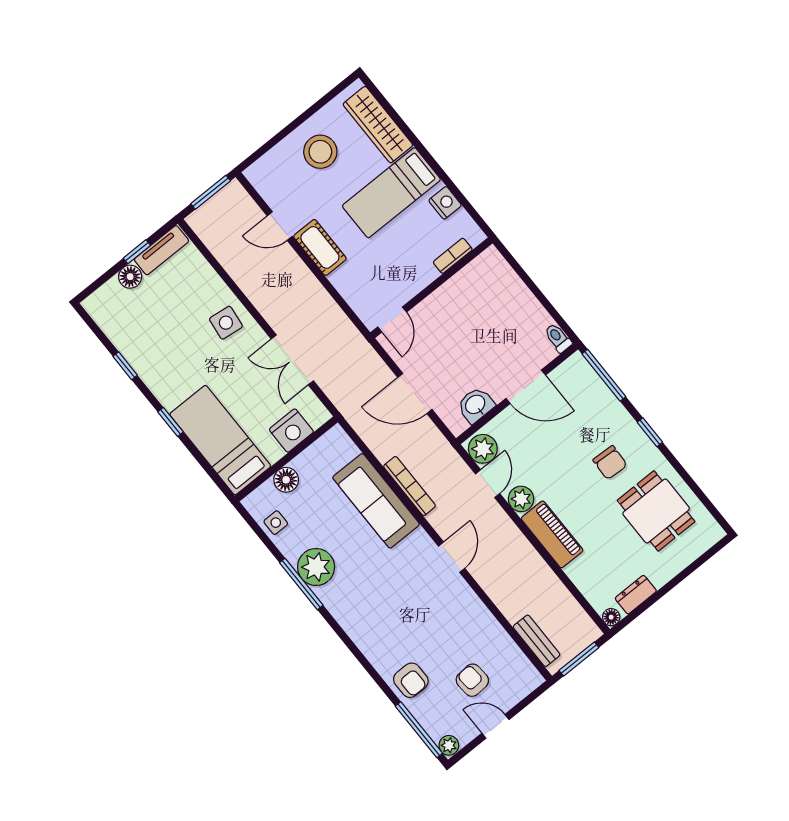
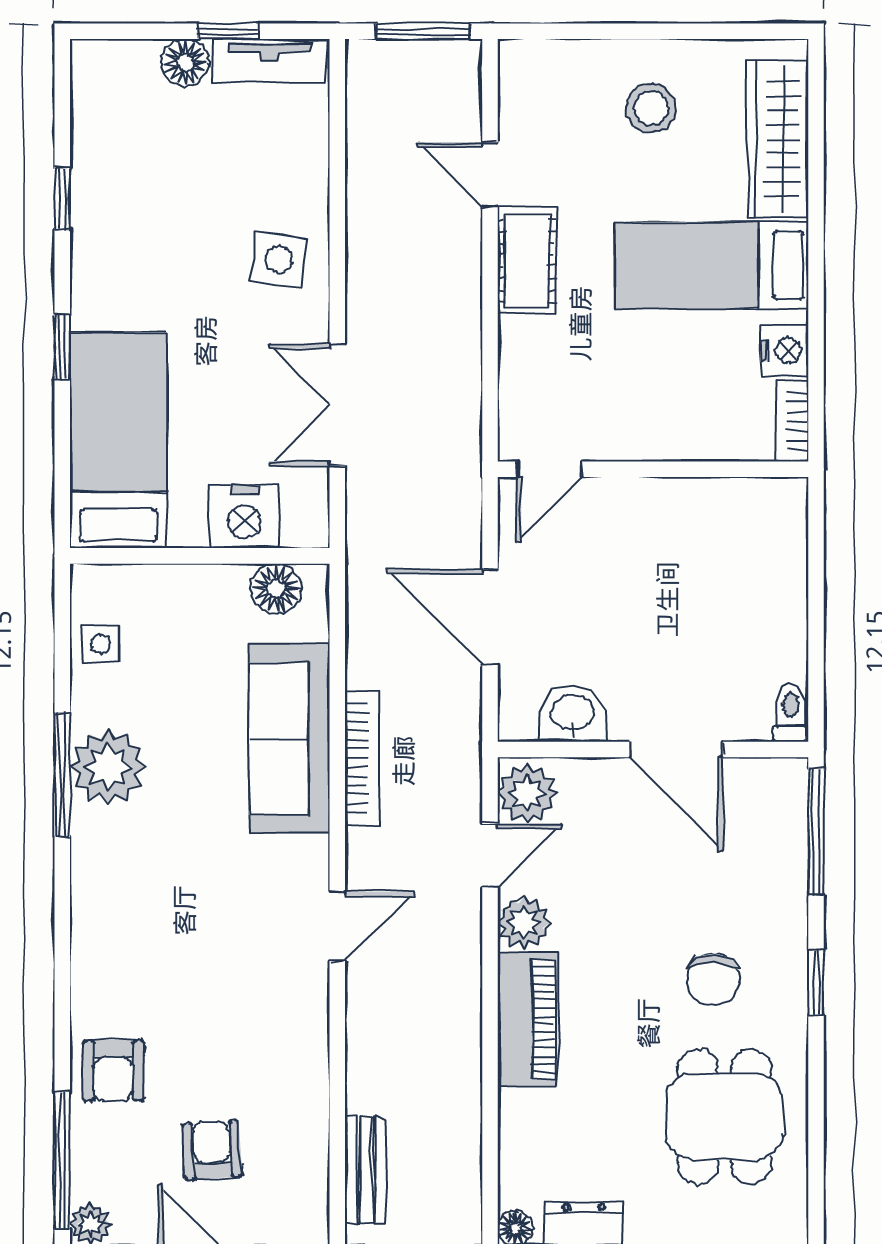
stool: (320, 152) -> (651, 108), width x0.73, depth x0.73
bookcase: (453, 256) -> (792, 421), moved, turned -90
floor lamp: (286, 480) -> (276, 589), moved

